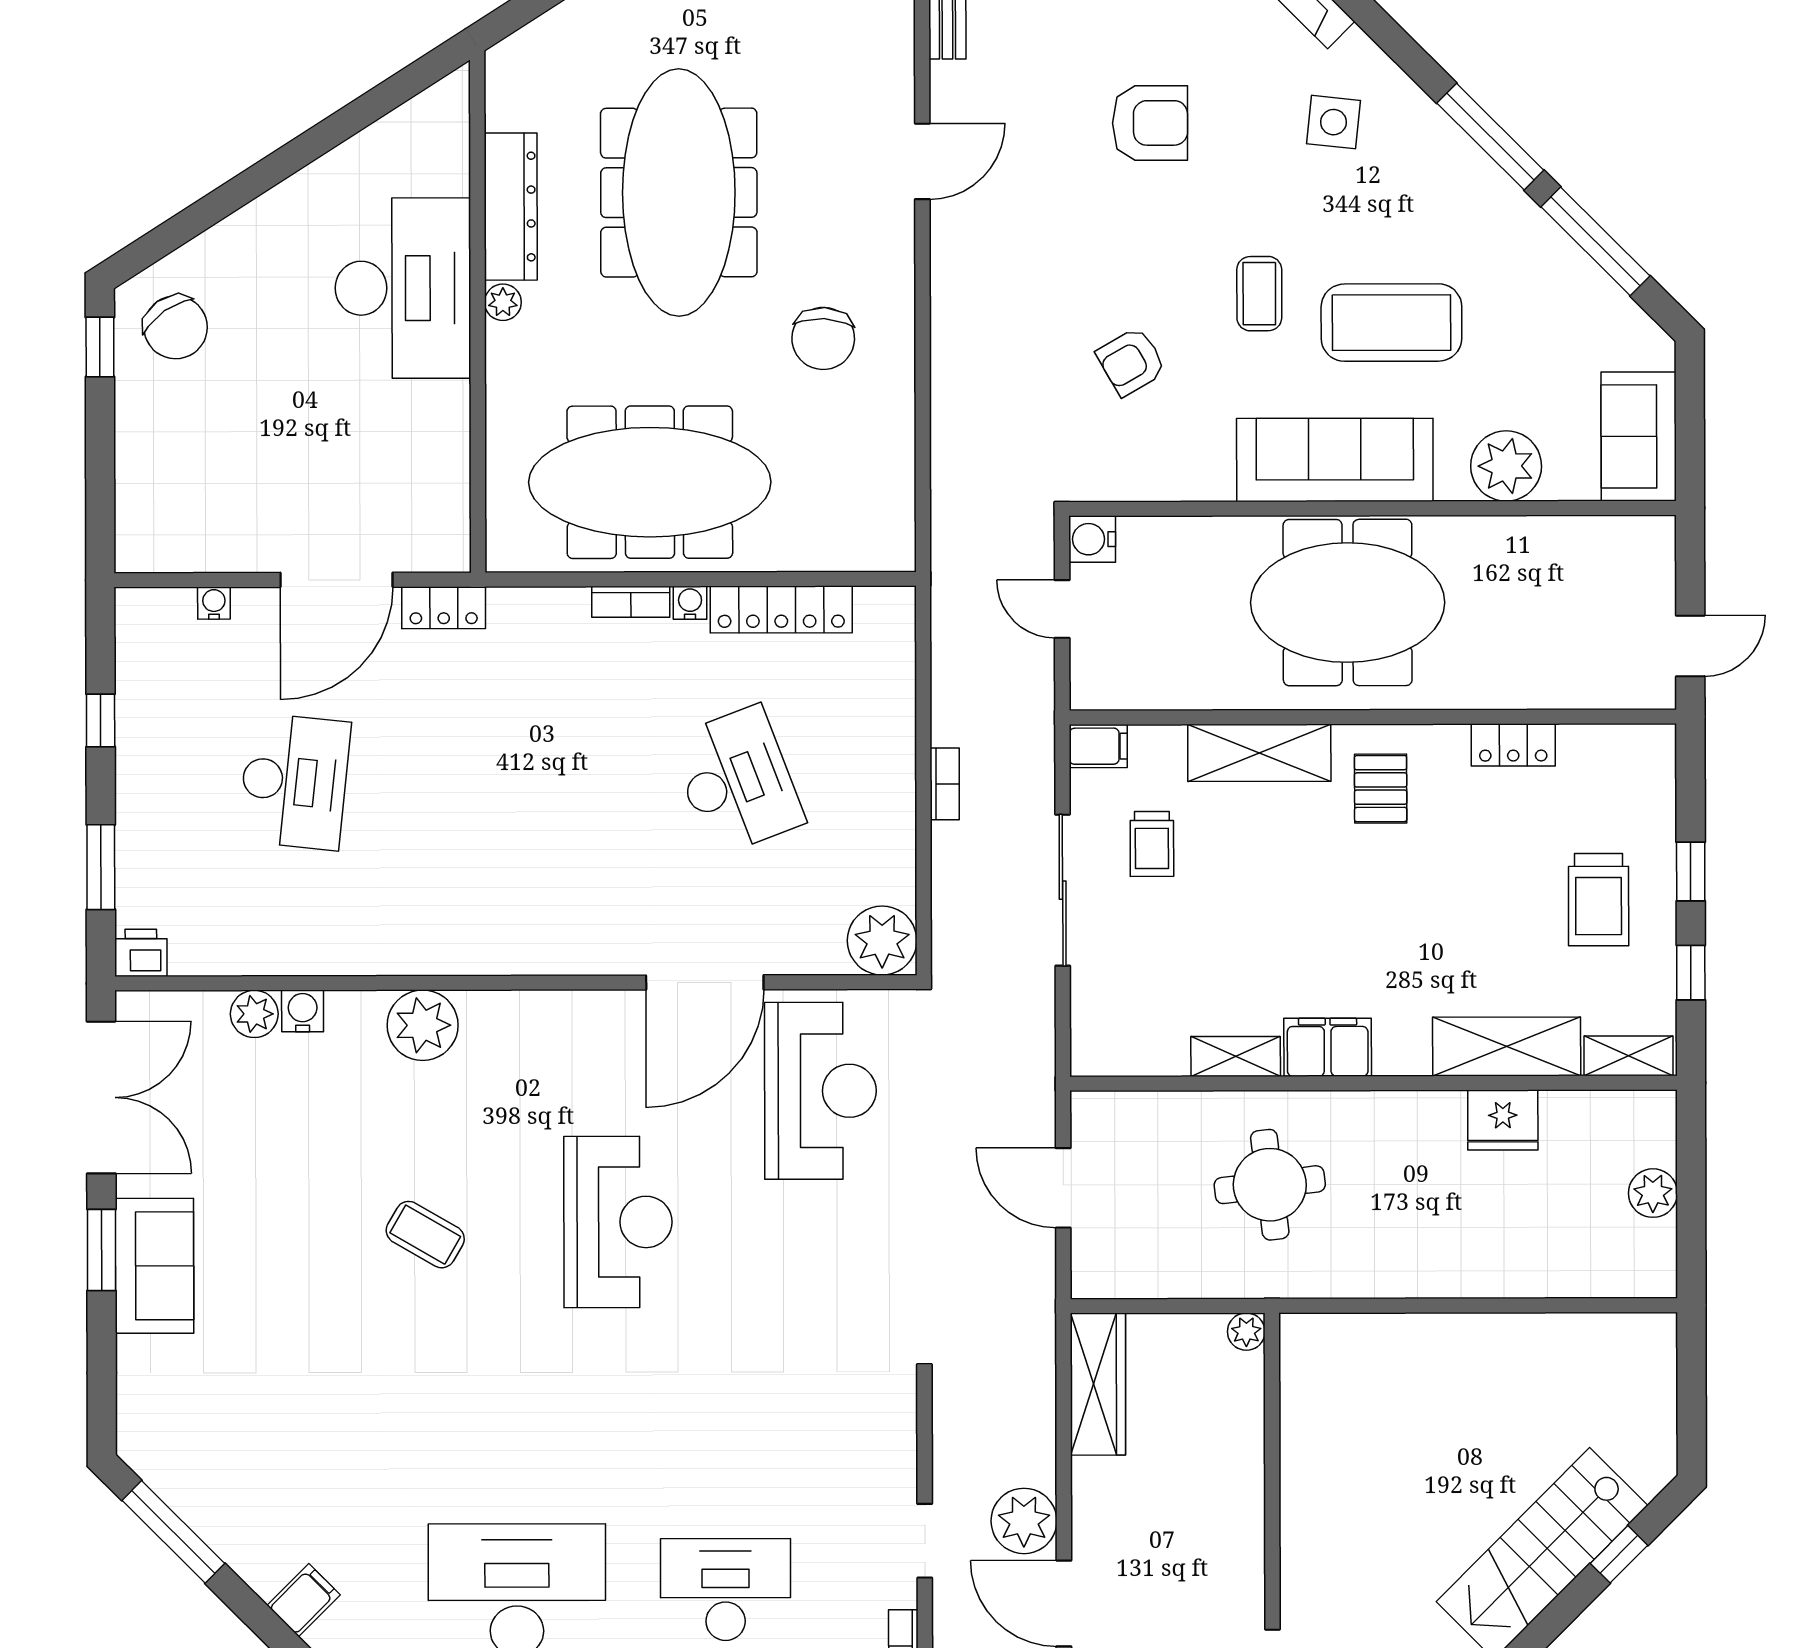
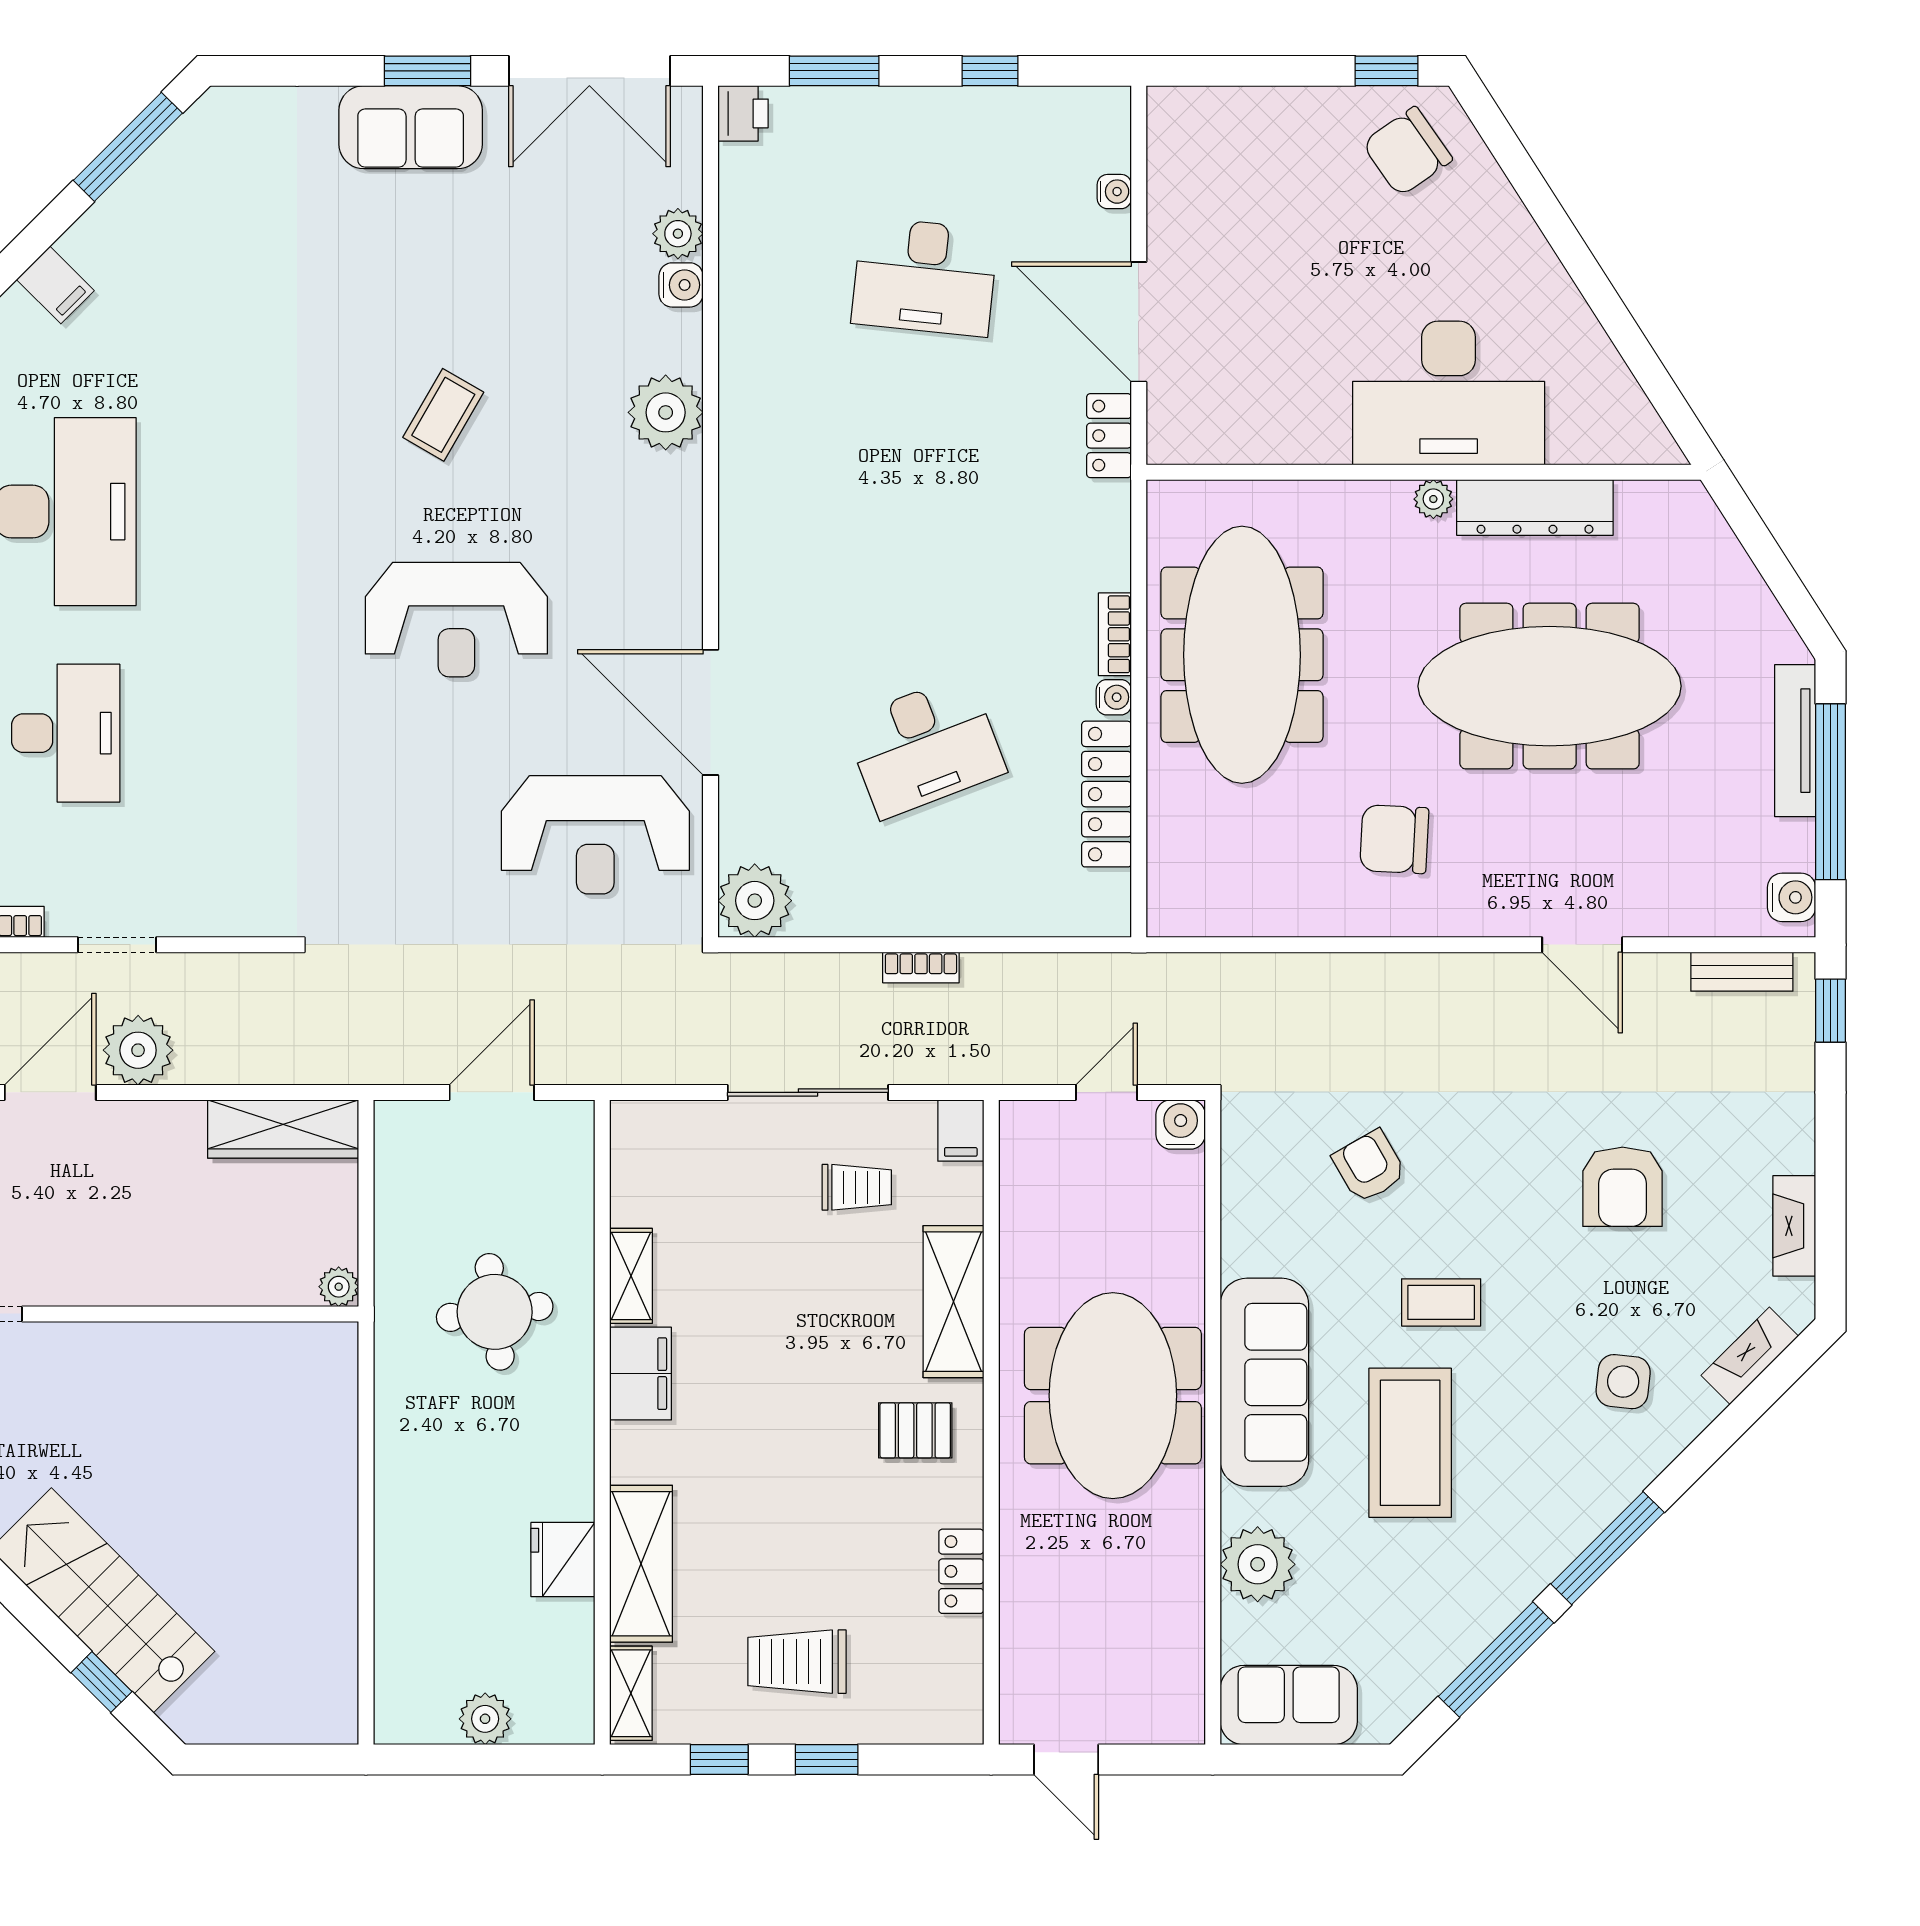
trolley: (1152, 844) -> (857, 1187), turned 180

